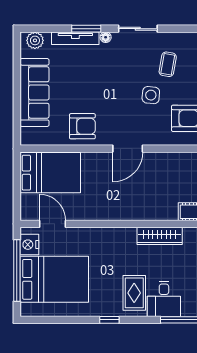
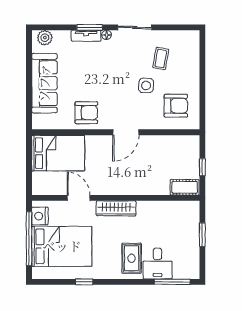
tv unit: (75, 38) -> (86, 36), width x0.71
door: (52, 224) -> (79, 198), moved
wardrobe: (160, 236) -> (116, 208), moved
window: (109, 320) -> (84, 282), moved

